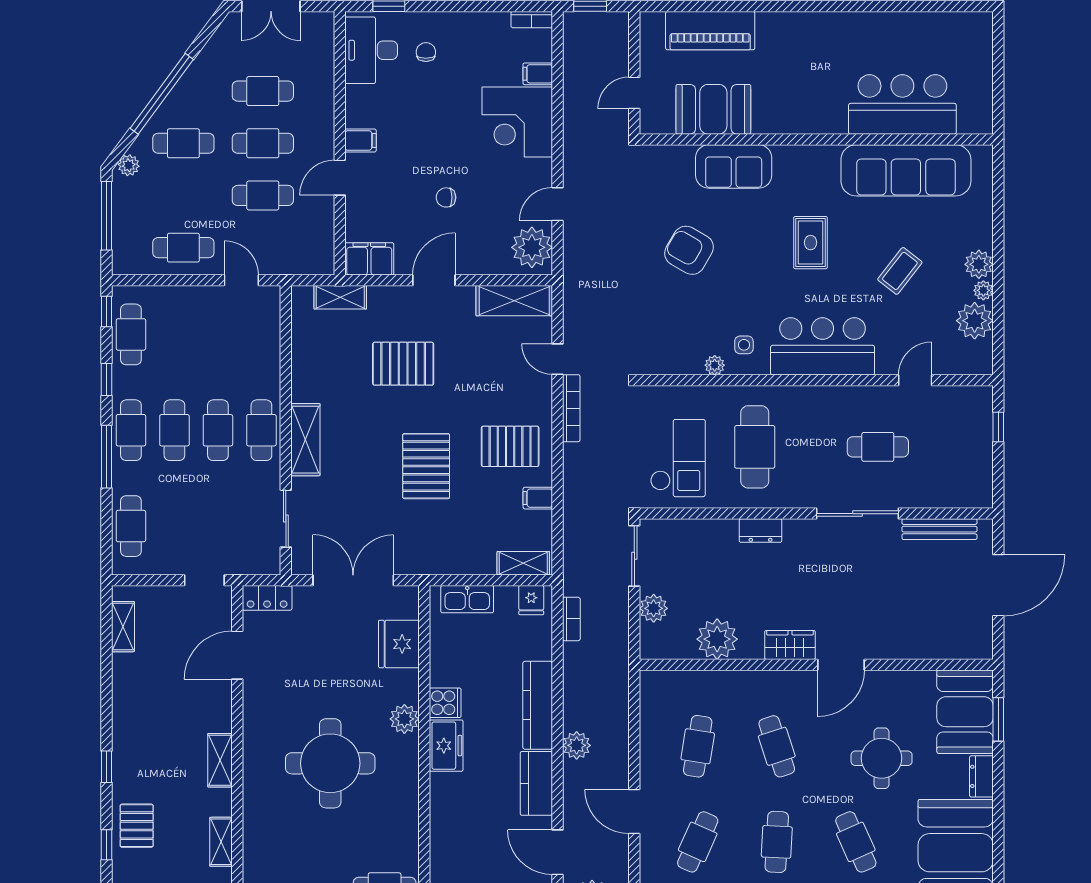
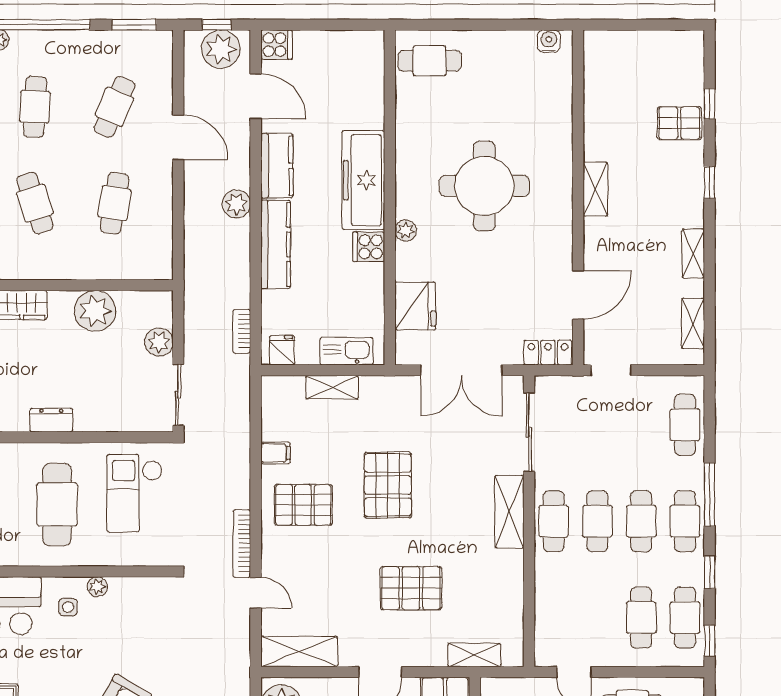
cafe table: (174, 334) -> (641, 618), added
sliding door: (286, 519) -> (529, 432), width x1.37
shelving: (523, 563) -> (332, 387), moved
plant: (404, 719) -> (406, 231), width x0.73, depth x0.73
freezer: (446, 746) -> (363, 180), width x1.91, depth x1.26
pallet: (137, 826) -> (679, 123), turned 90
shelving: (221, 842) -> (693, 254), moved

